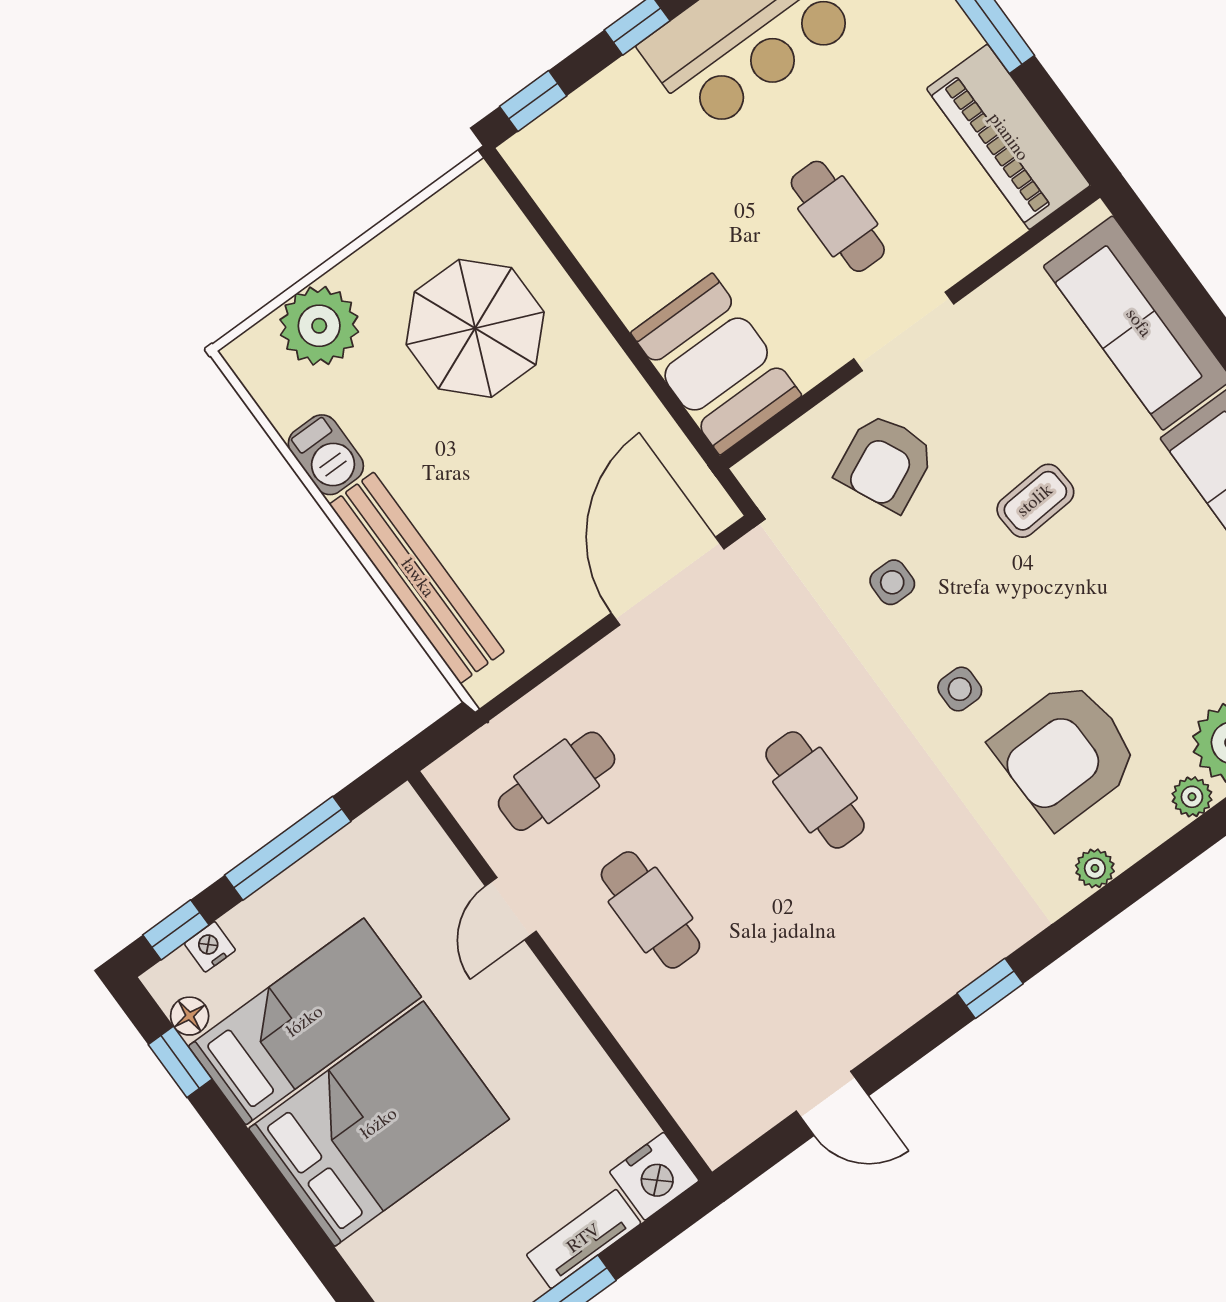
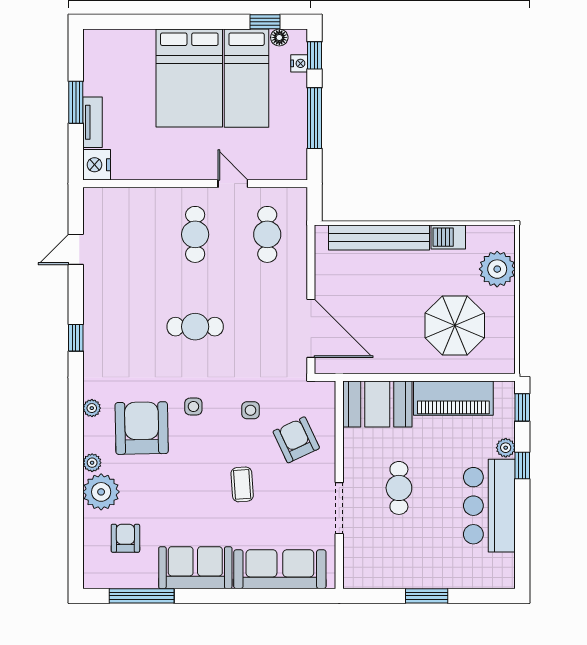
plant: (627, 78) -> (506, 448), added
piano: (1008, 137) -> (453, 398), moved, turned 180
cafe table: (838, 216) -> (399, 488), turned 90
doorway: (904, 331) -> (339, 508), moved
cafe table: (650, 910) -> (195, 234), turned 90

